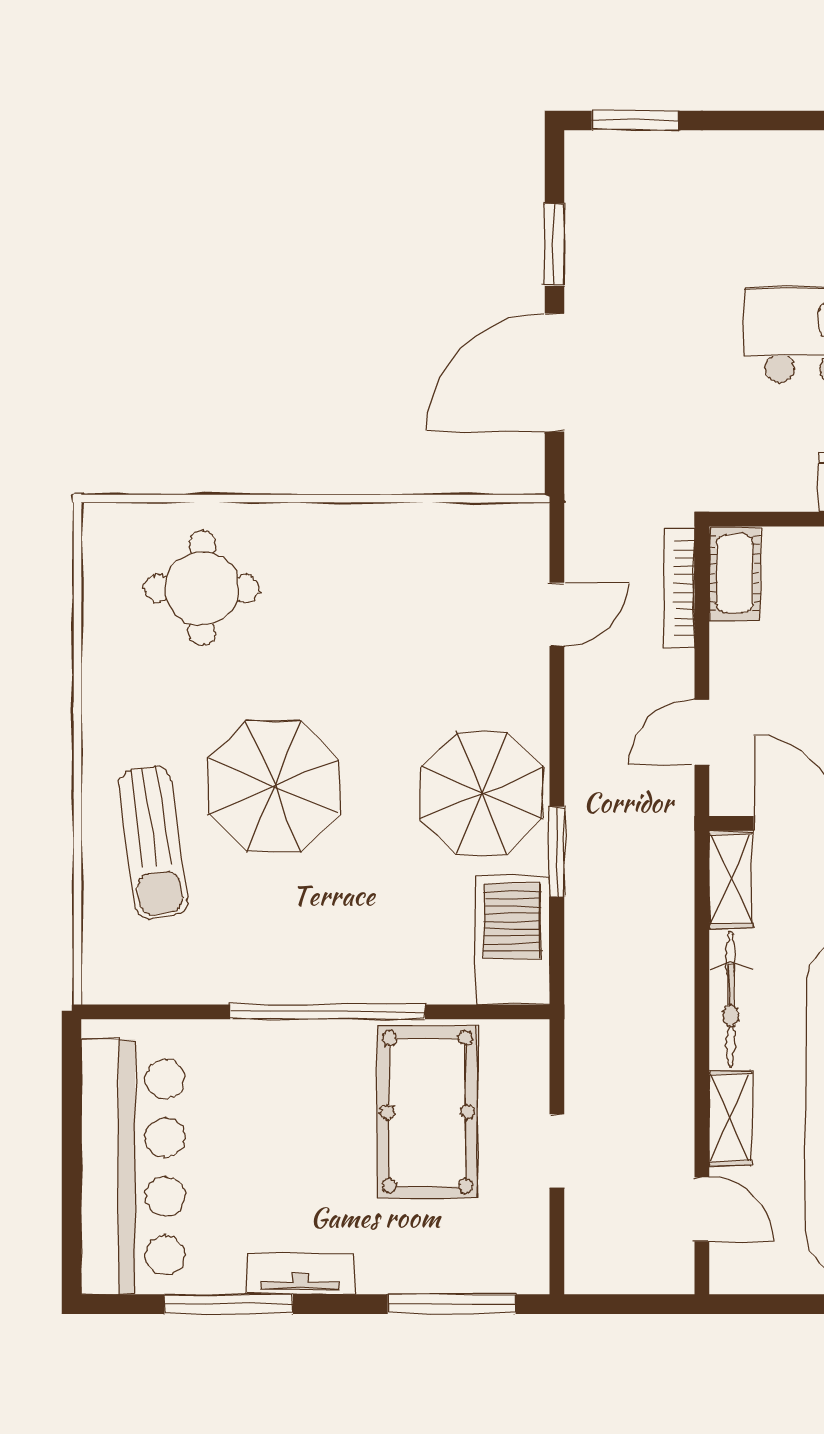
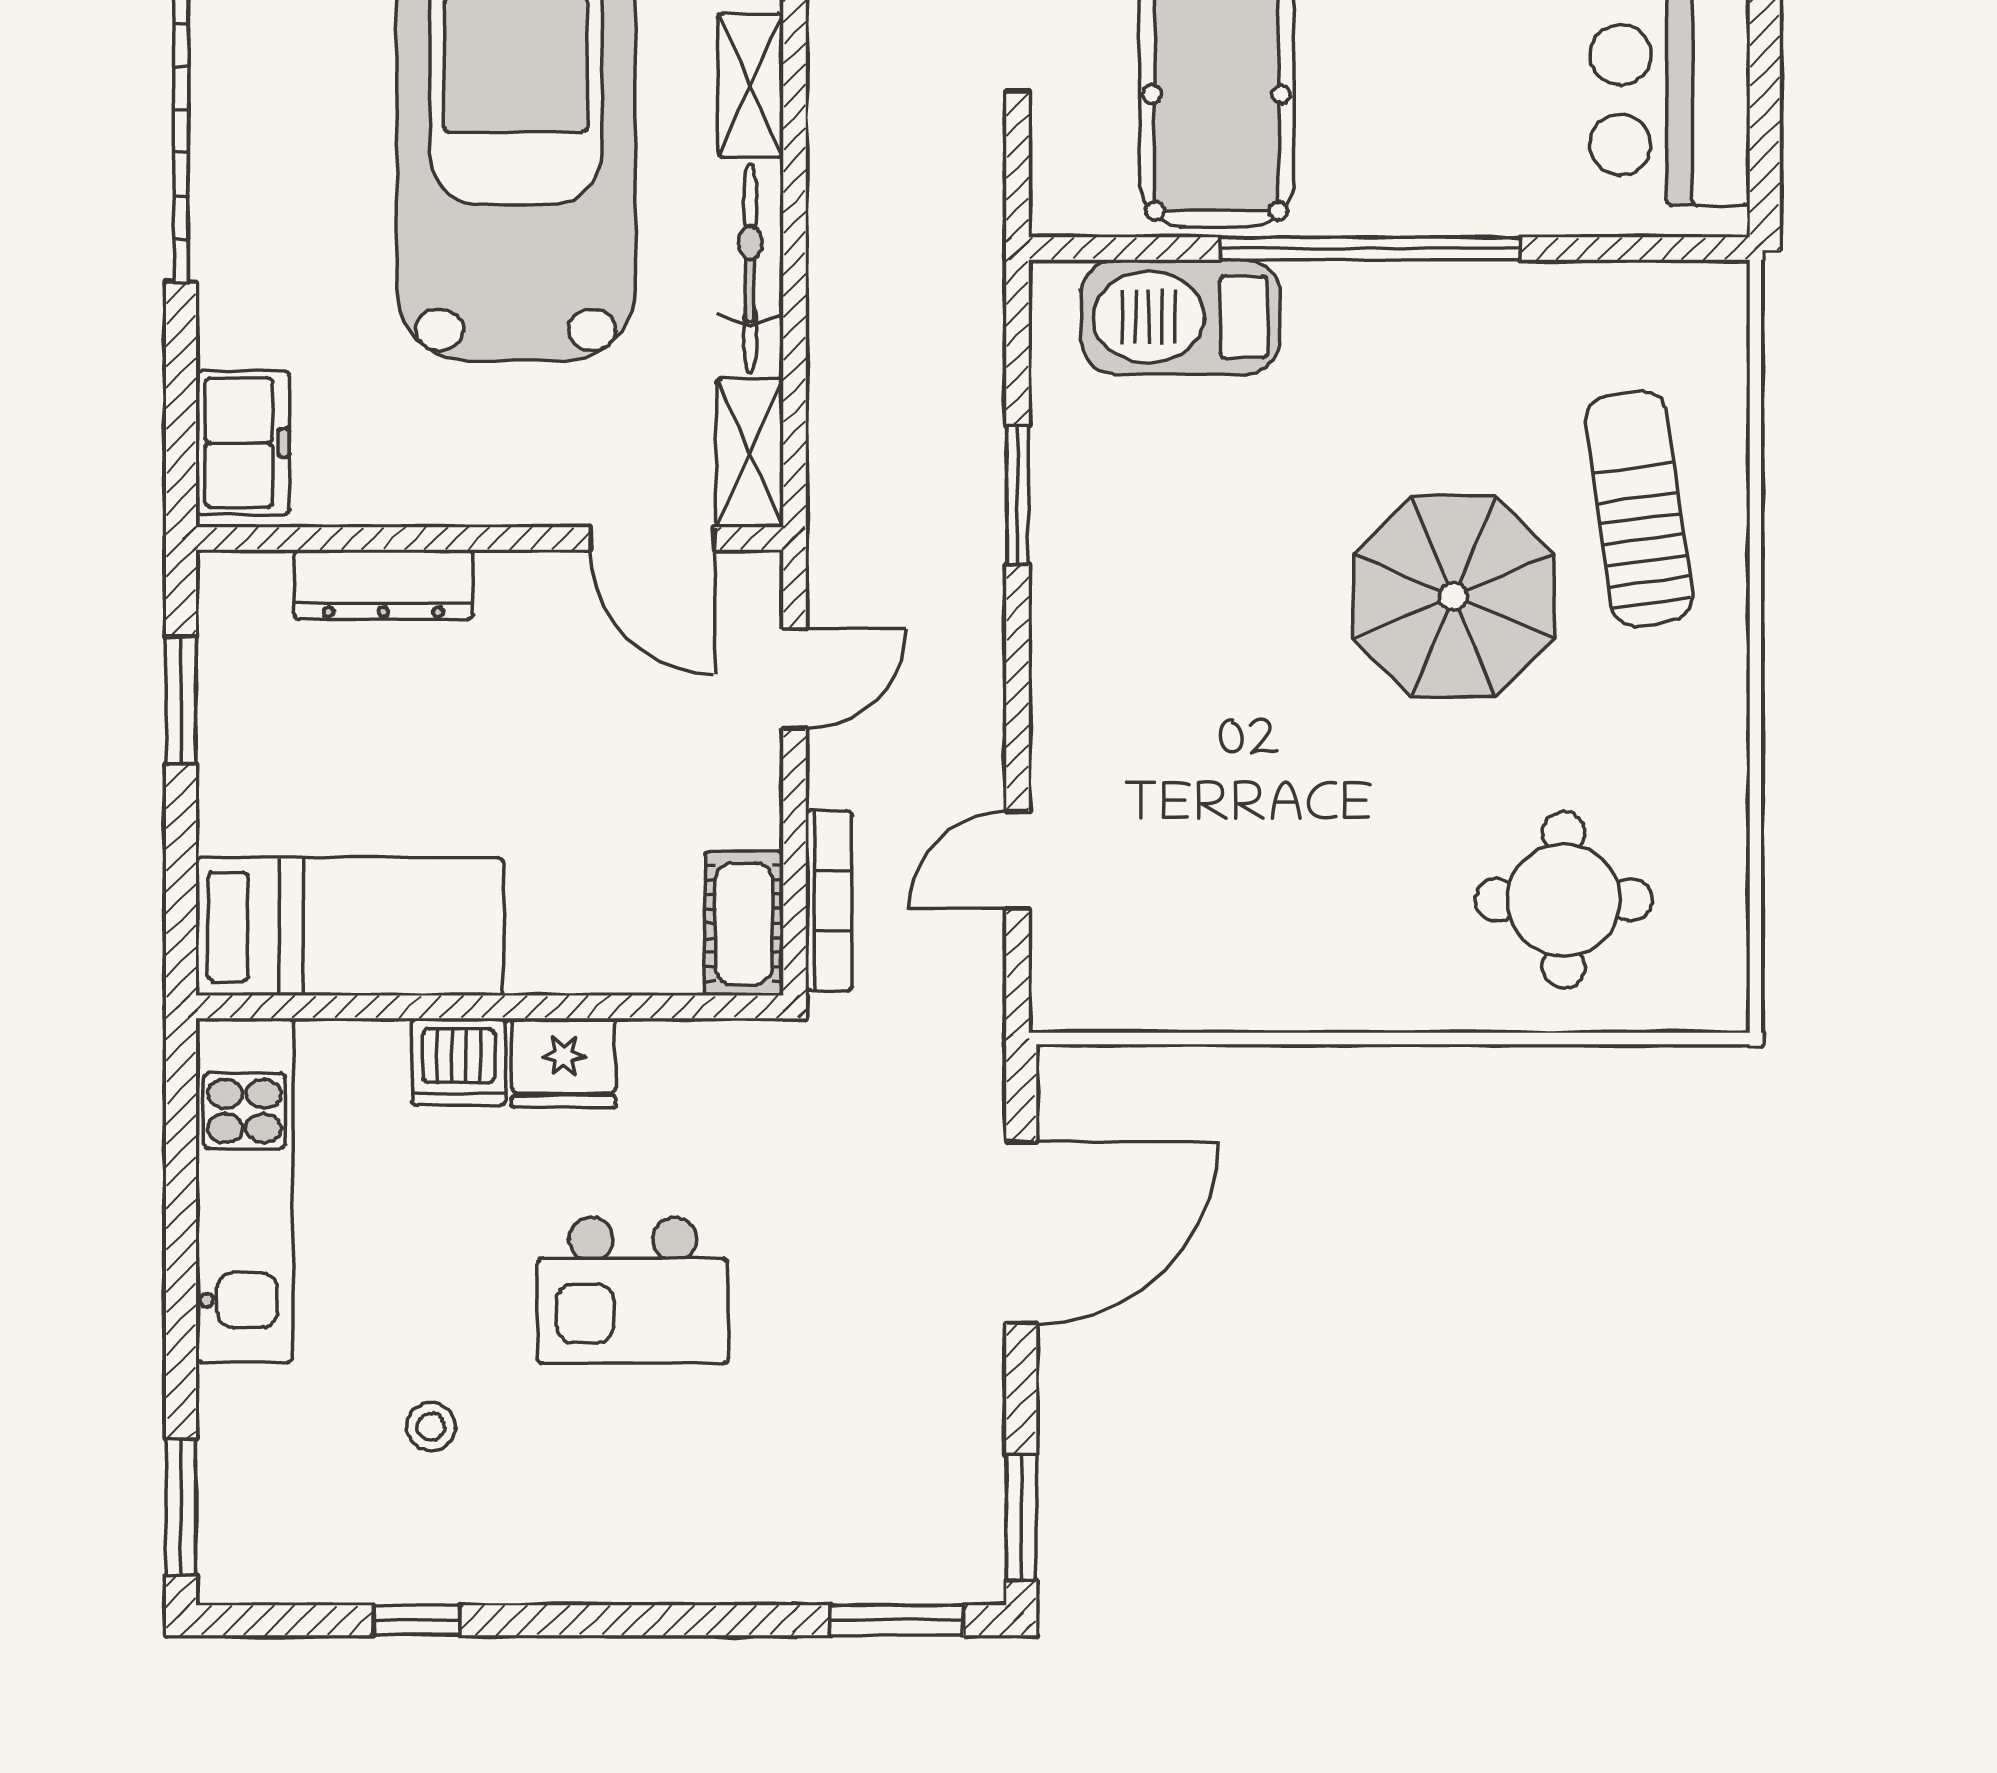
window: (555, 245) -> (1021, 1518), moved
parasol: (482, 793) -> (1133, 585), removed
barbecue: (512, 940) -> (1180, 317), moved, turned 90

